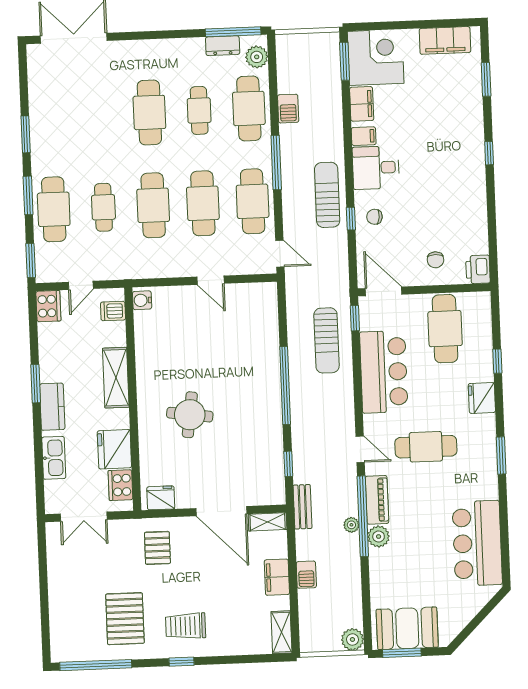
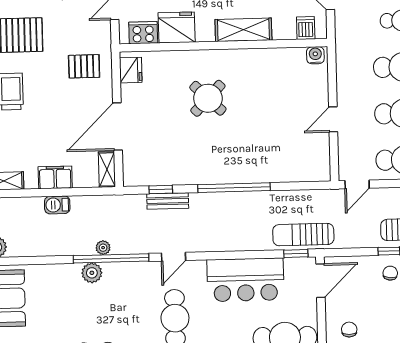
chair: (435, 260) -> (349, 330), turned 90
sun lounger: (326, 340) -> (303, 235), moved
round table: (190, 415) -> (208, 98), turned 36
piano: (377, 500) -> (126, 272), removed
bench: (302, 507) -> (168, 201), moved

